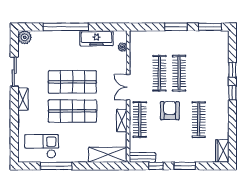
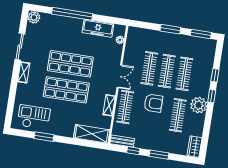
clothes rail: (199, 73) -> (184, 74), added
double door: (128, 87) -> (119, 76), swing flipped
plant: (220, 105) -> (199, 105), added
armchair: (170, 111) -> (153, 103), turned 90
window: (56, 166) -> (44, 137), width x0.69

